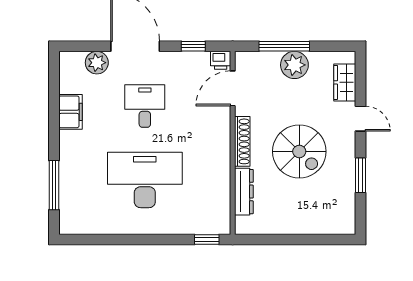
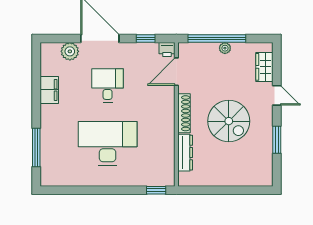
window: (284, 46) -> (217, 39), width x1.46
plant: (294, 65) -> (225, 48), width x0.53, depth x0.53

